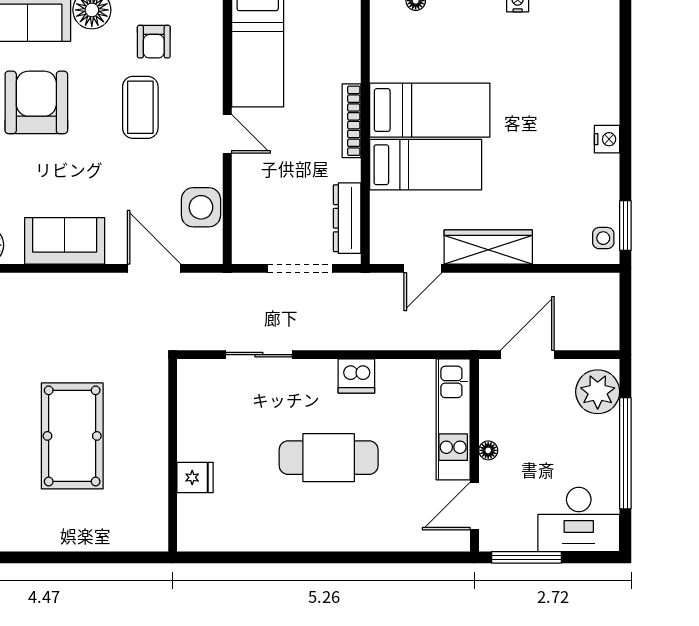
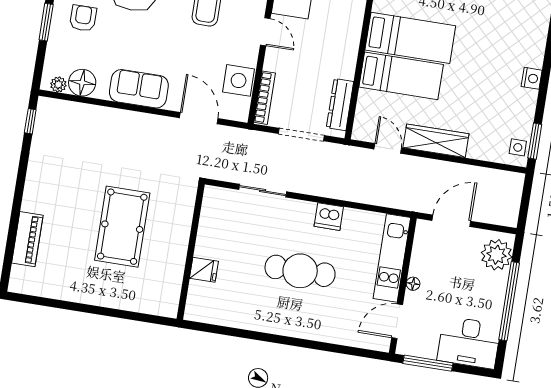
bookcase: (352, 121) -> (265, 98), moved, turned 180
door: (423, 268) -> (388, 148), swing flipped

